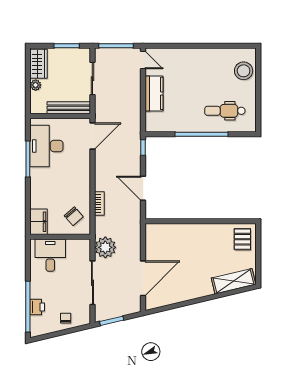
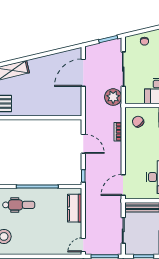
door: (143, 60) -> (83, 245), hinge flipped
kitchen counter: (154, 93) -> (75, 208), moved

